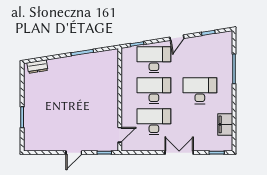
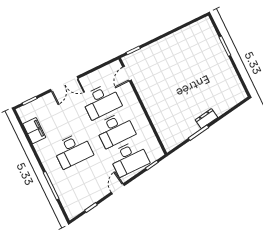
dresser: (37, 67) -> (206, 119), moved
door: (74, 153) -> (161, 37), removed

